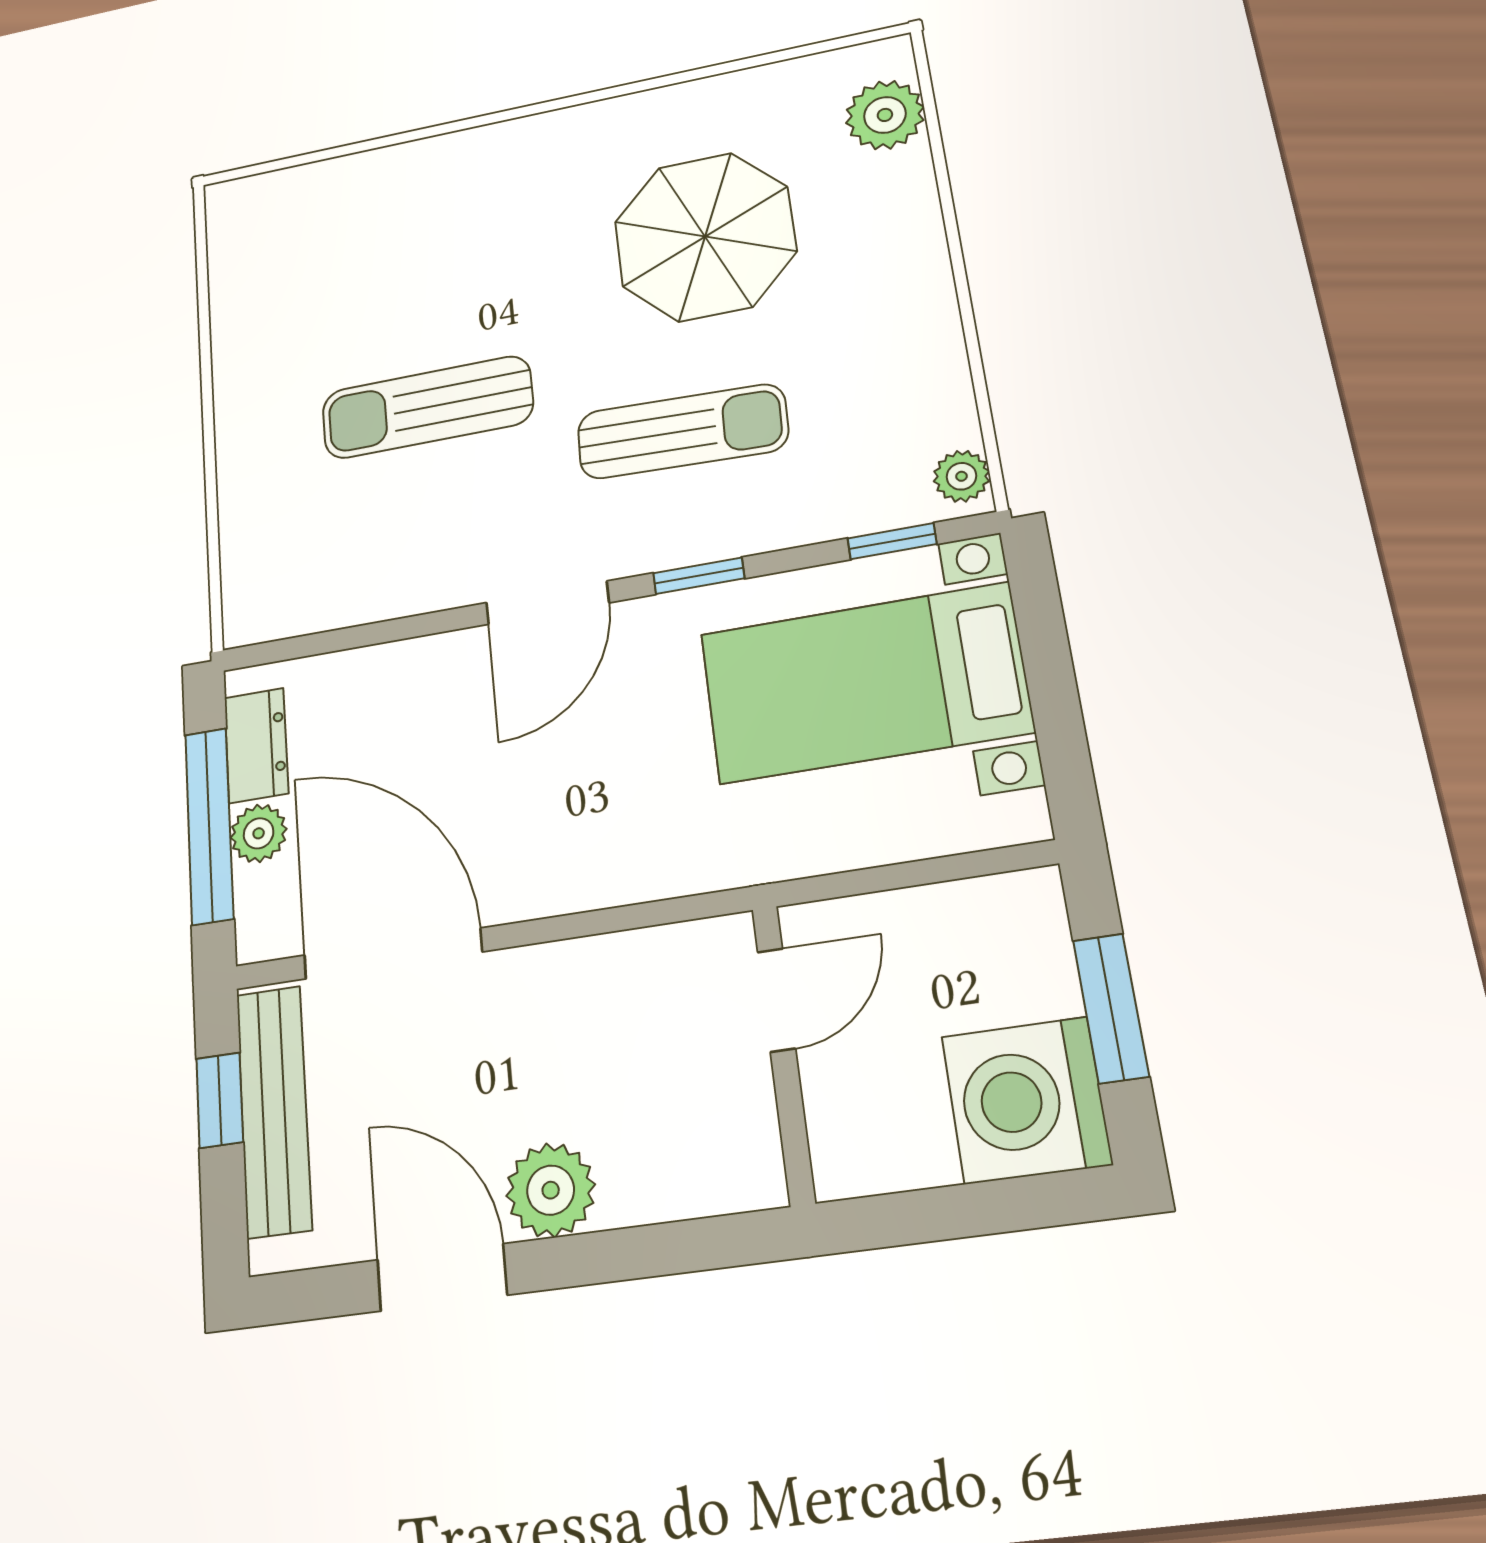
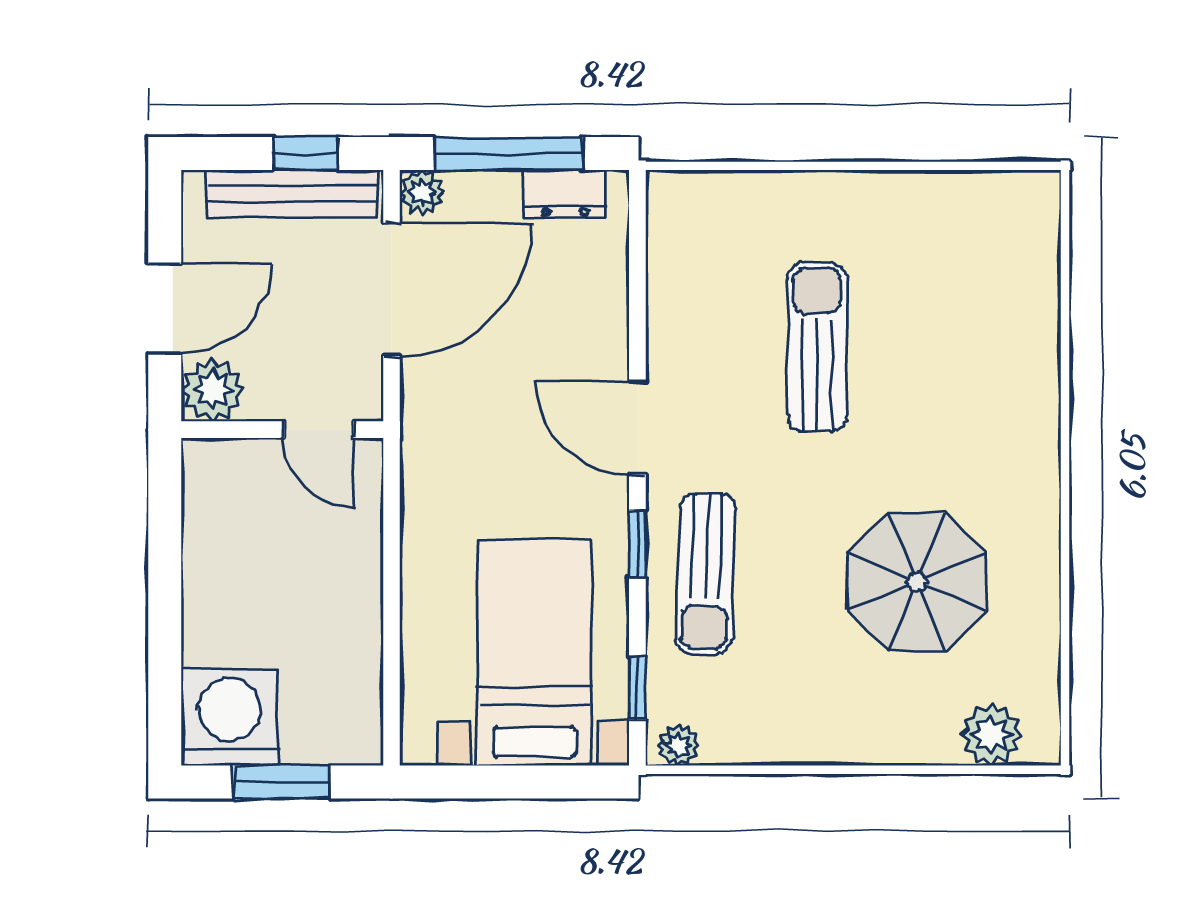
sun lounger: (682, 431) -> (706, 574), moved
plant: (259, 833) -> (422, 192), moved
door: (777, 1000) -> (319, 430), moved
wall: (783, 1053) -> (282, 430), moved

